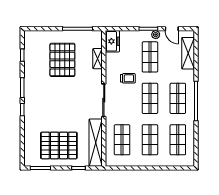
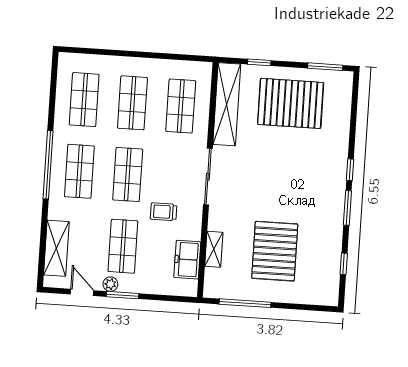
freezer: (112, 41) -> (187, 260), moved

